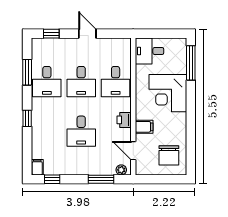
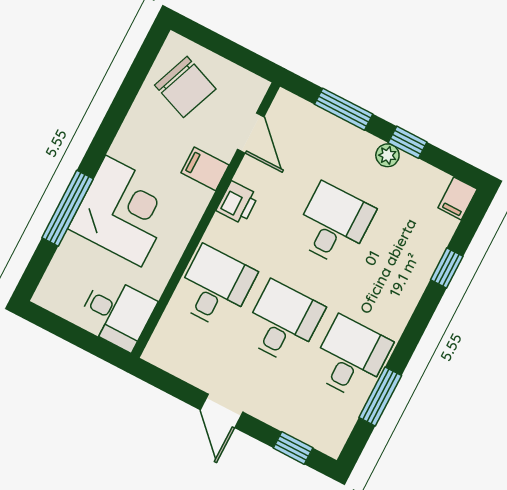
window: (191, 63) -> (68, 208), moved
window: (27, 118) -> (447, 268), moved
chair: (169, 155) -> (185, 87), turned 111
plant: (121, 170) -> (387, 155), moved
window: (52, 179) -> (408, 142), moved

